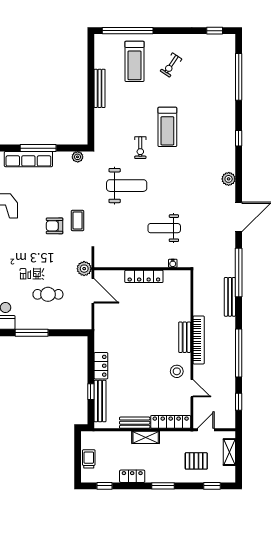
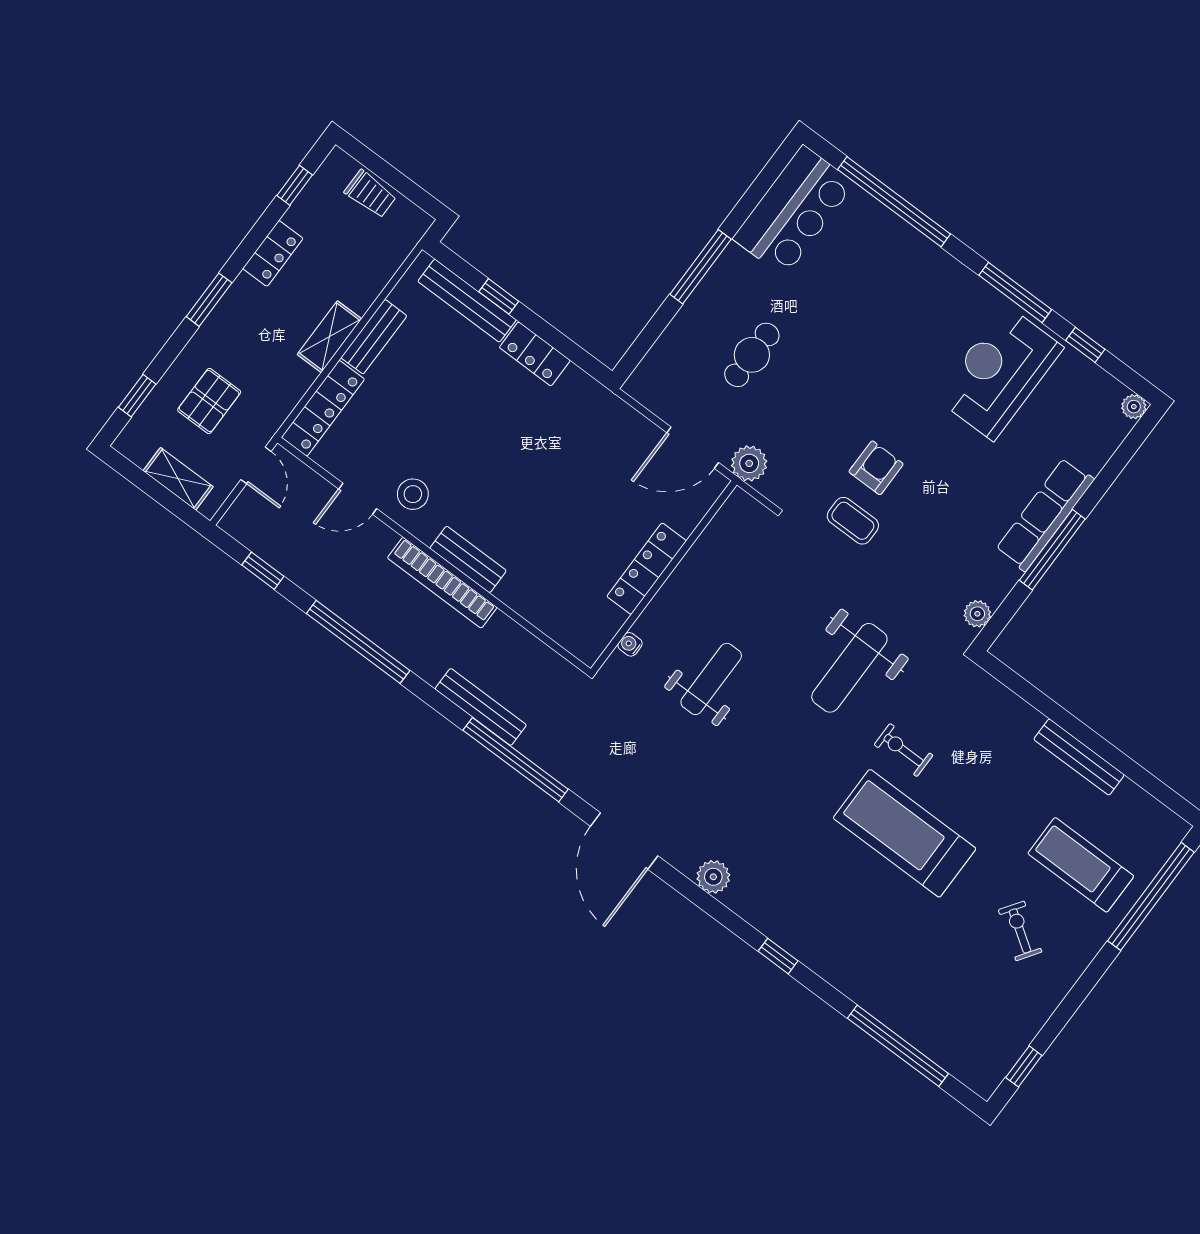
treadmill: (167, 127) -> (905, 833), width x1.37, depth x1.38

